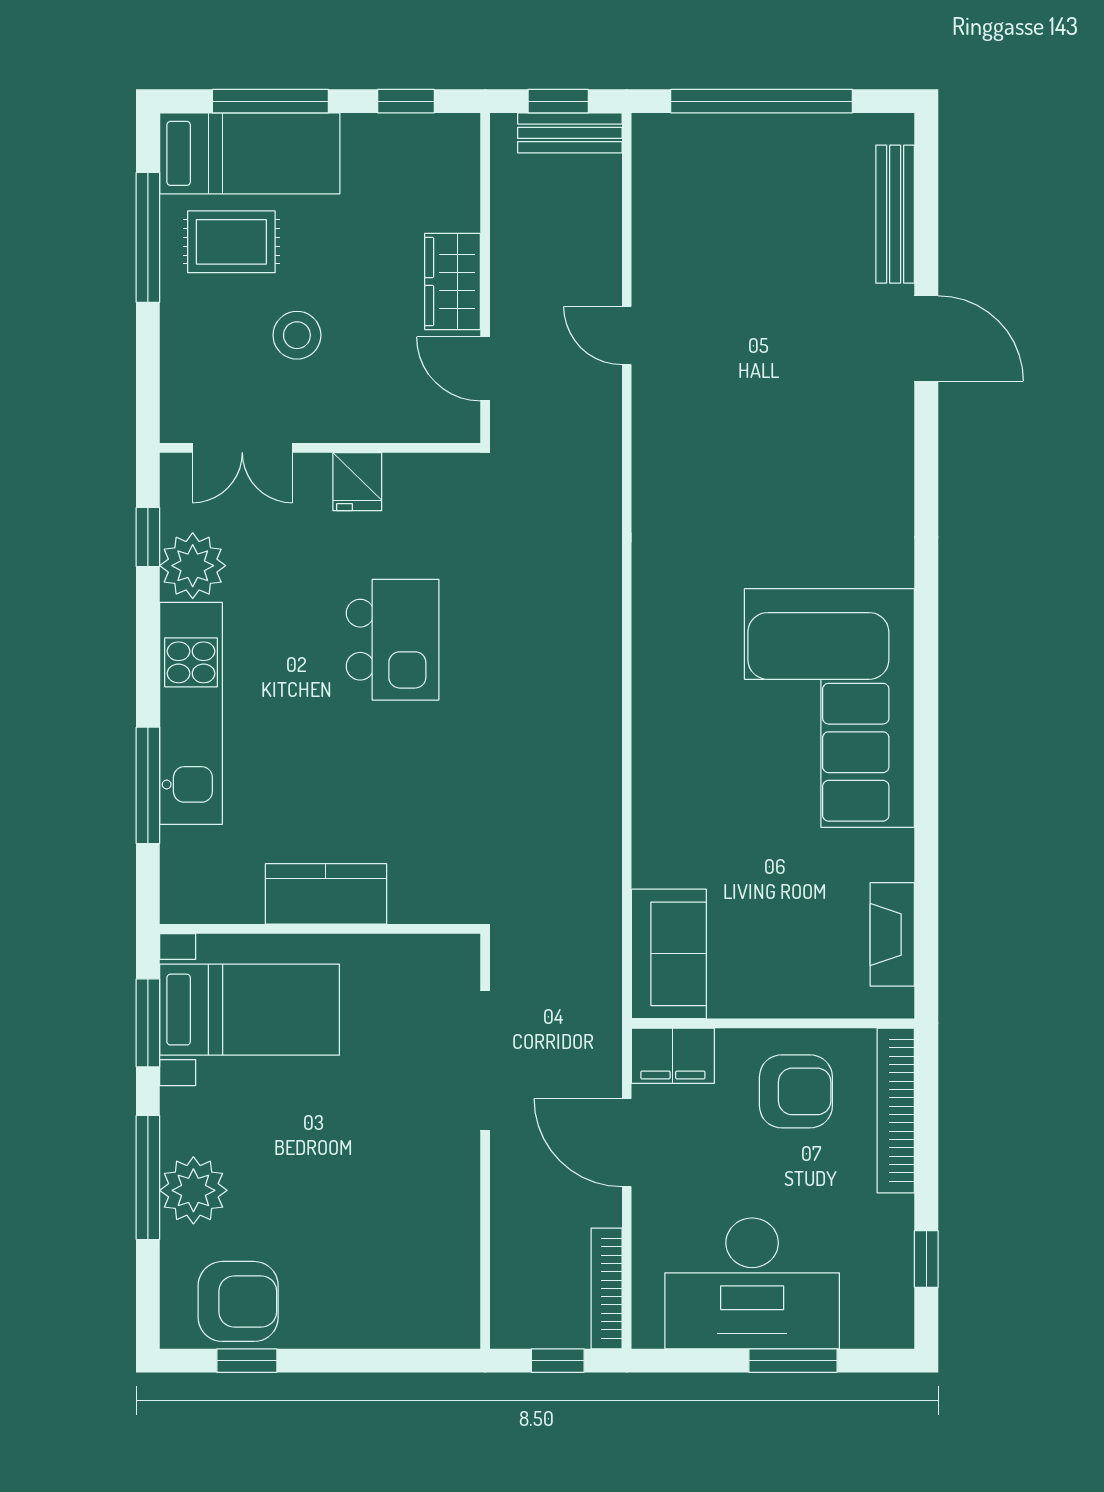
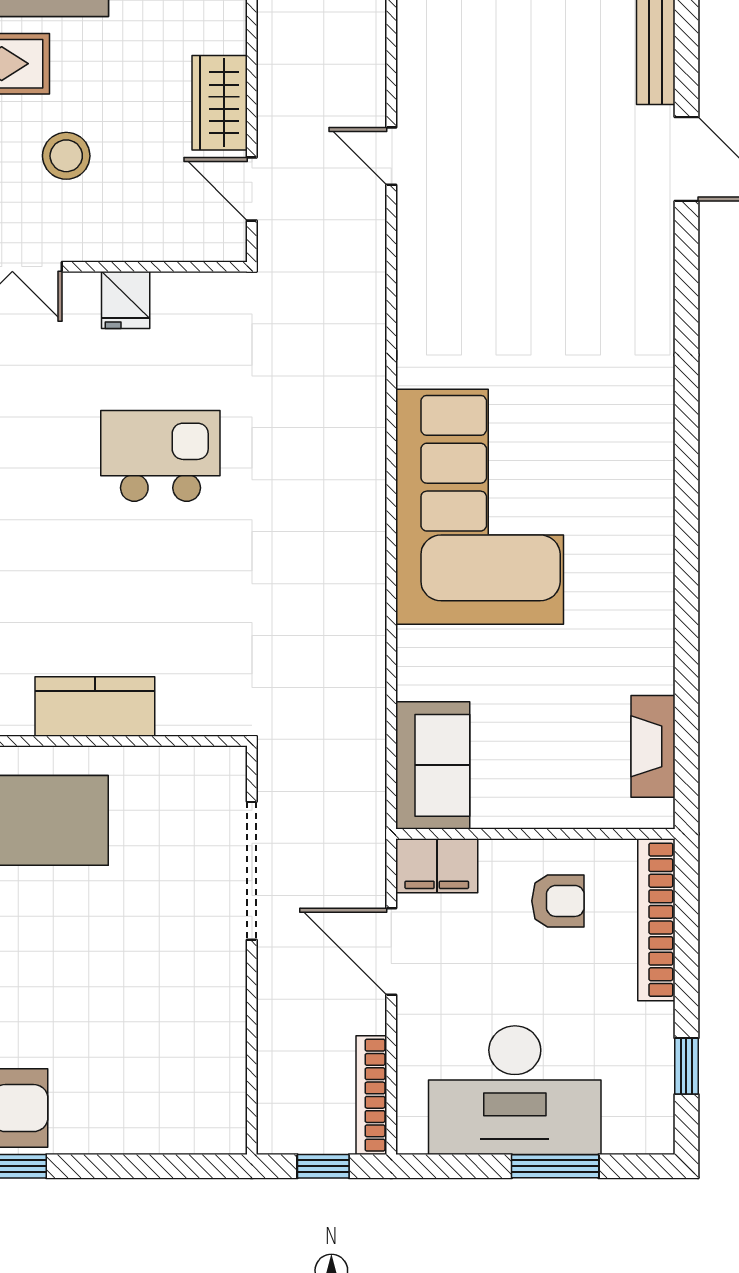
kitchen island: (393, 640) -> (160, 456), turned -90
corner sofa: (829, 708) -> (480, 507), moved, turned 180
armchair: (796, 1091) -> (558, 901), width x0.72, depth x0.72

